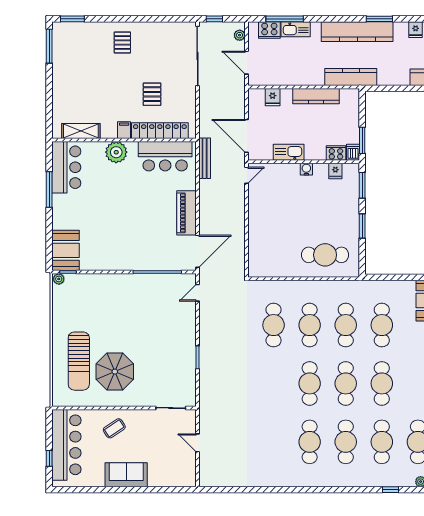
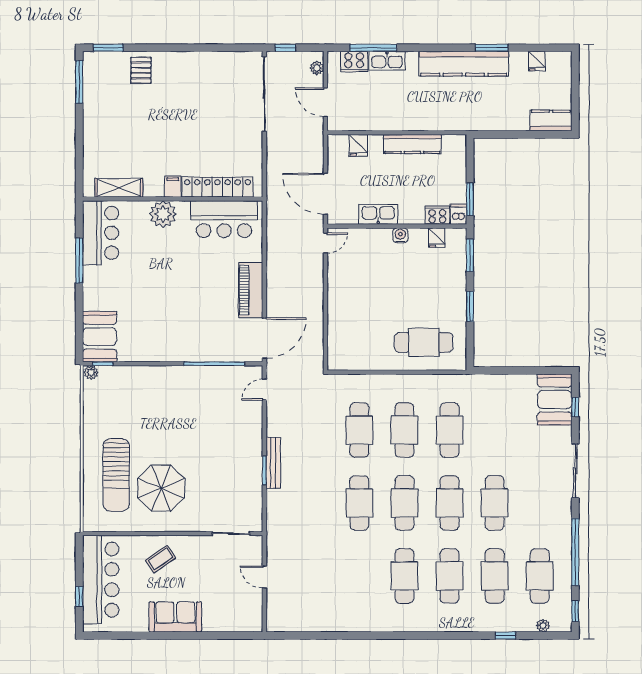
pallet: (122, 42) -> (141, 70), moved
kitchen counter: (351, 77) -> (456, 120), removed
pallet: (152, 94) -> (208, 142), removed
bench: (205, 158) -> (273, 463), moved
cafe table: (382, 325) -> (359, 503), moved

